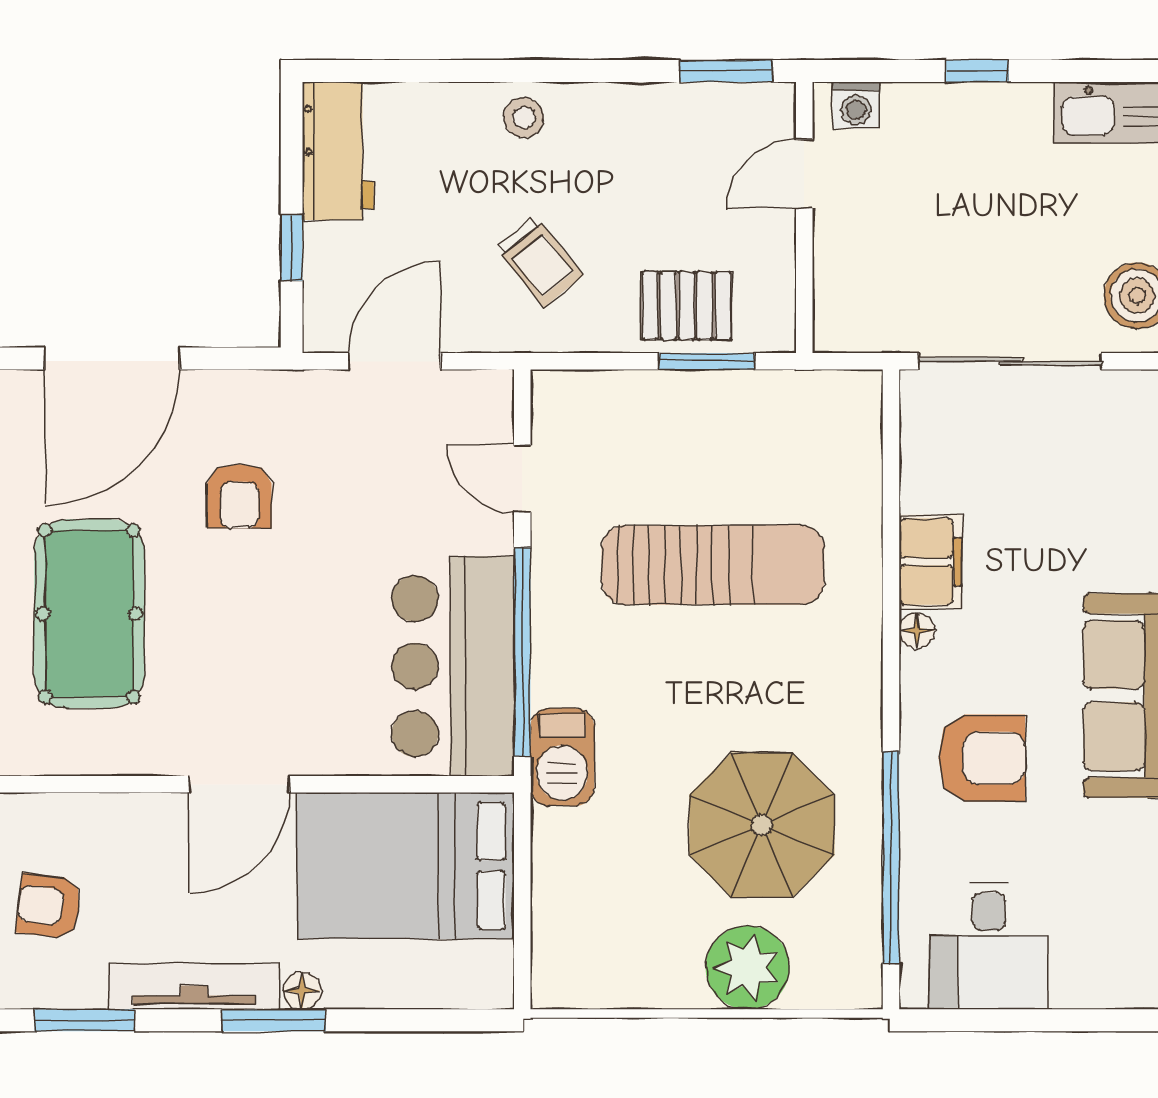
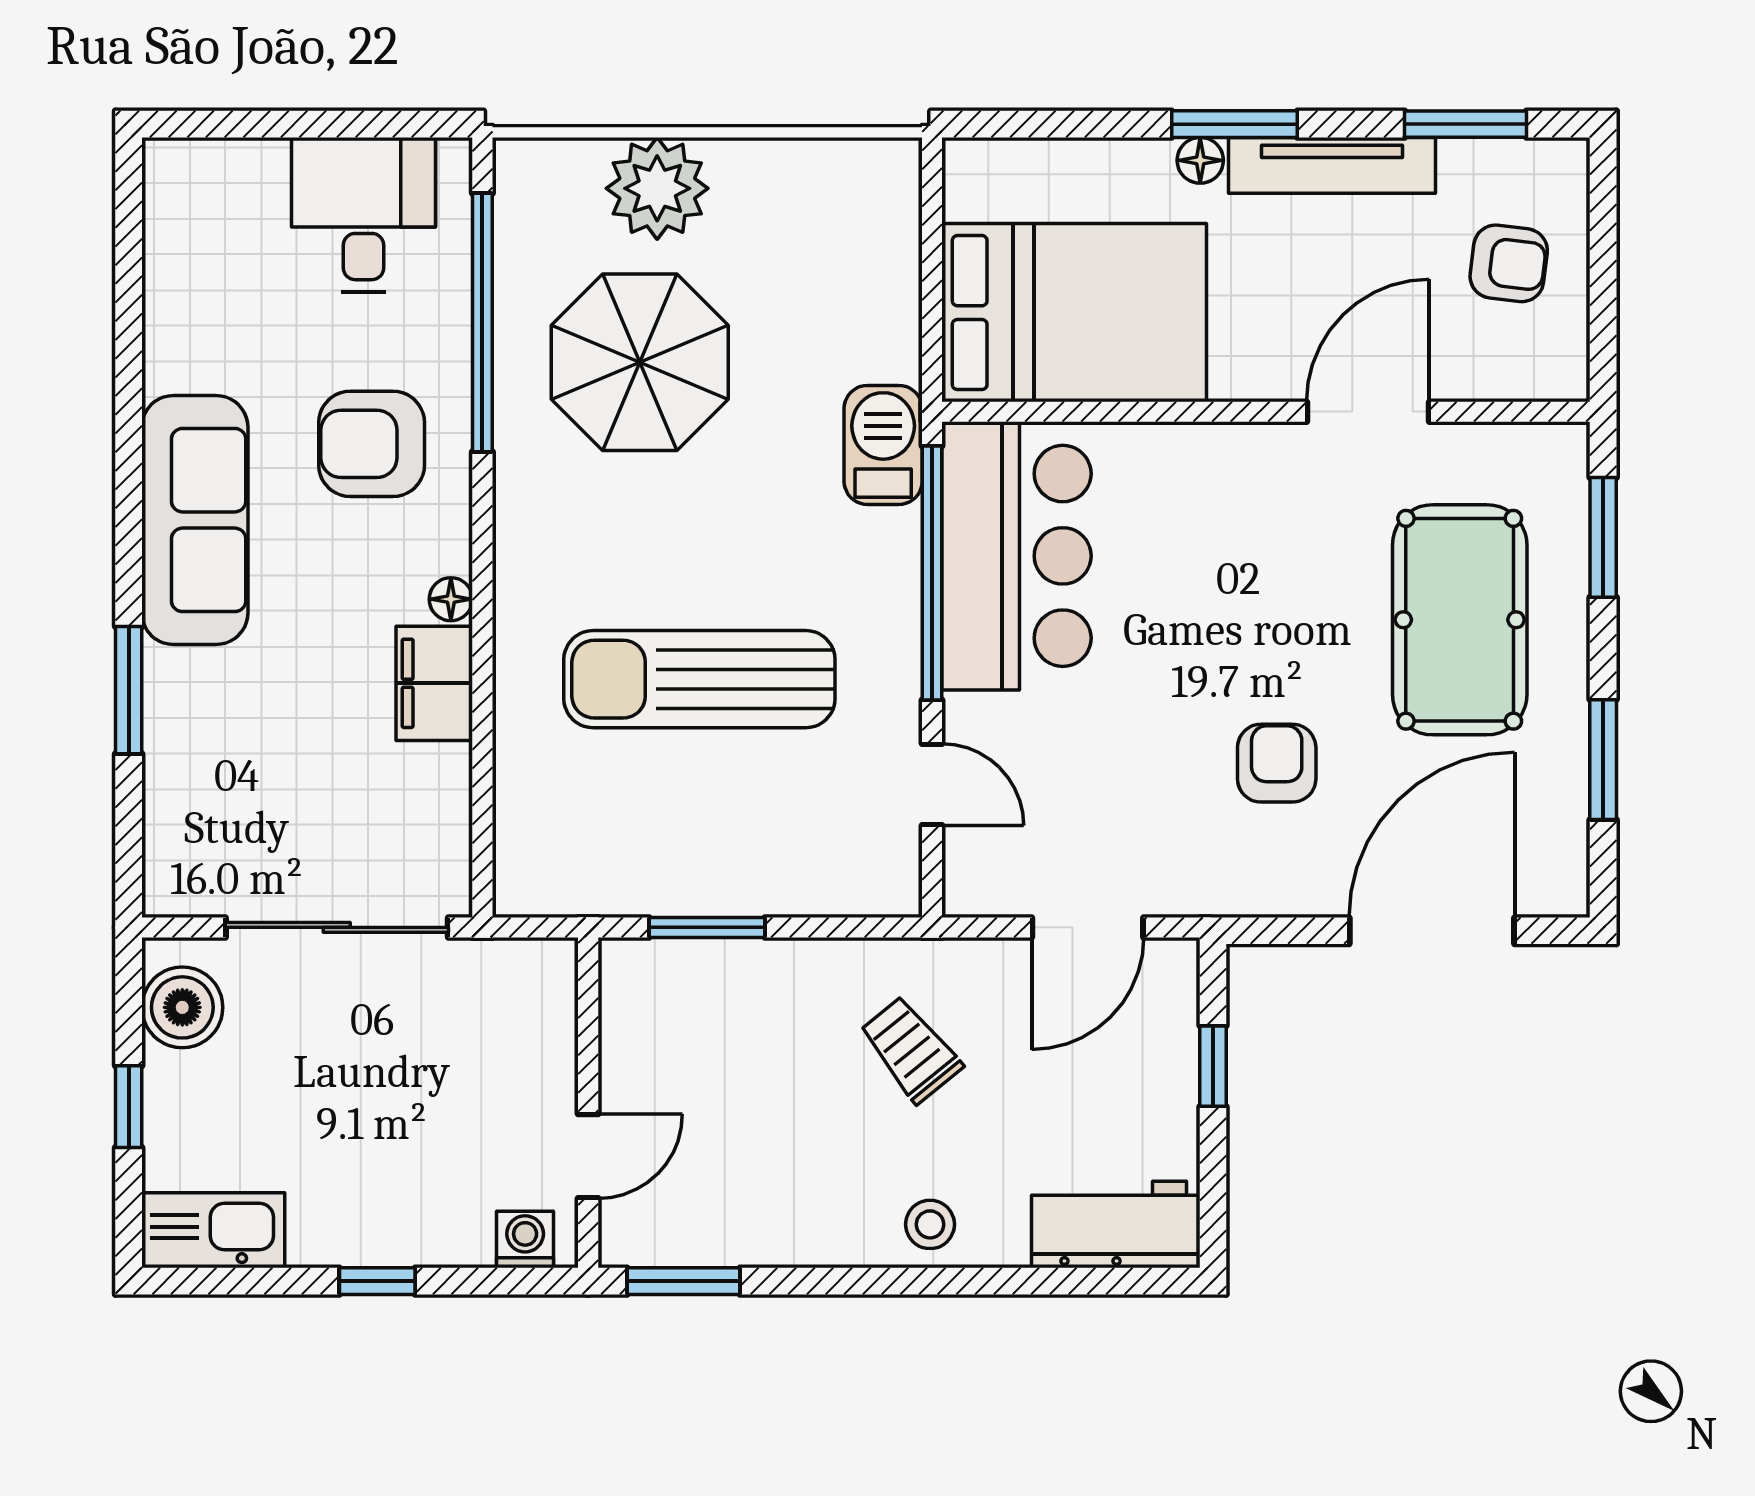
workbench: (338, 151) -> (1116, 1225), moved, turned 90
pallet: (687, 306) -> (732, 995), removed
door: (239, 784) -> (1368, 412), moved

